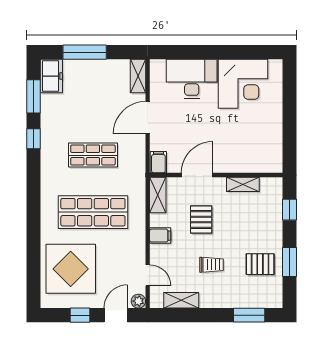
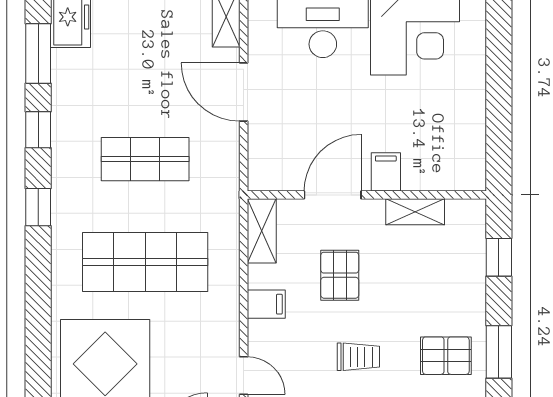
door: (148, 118) -> (244, 92), hinge flipped
filing cabinet: (158, 162) -> (386, 172), moved
window: (33, 182) -> (38, 207), added

